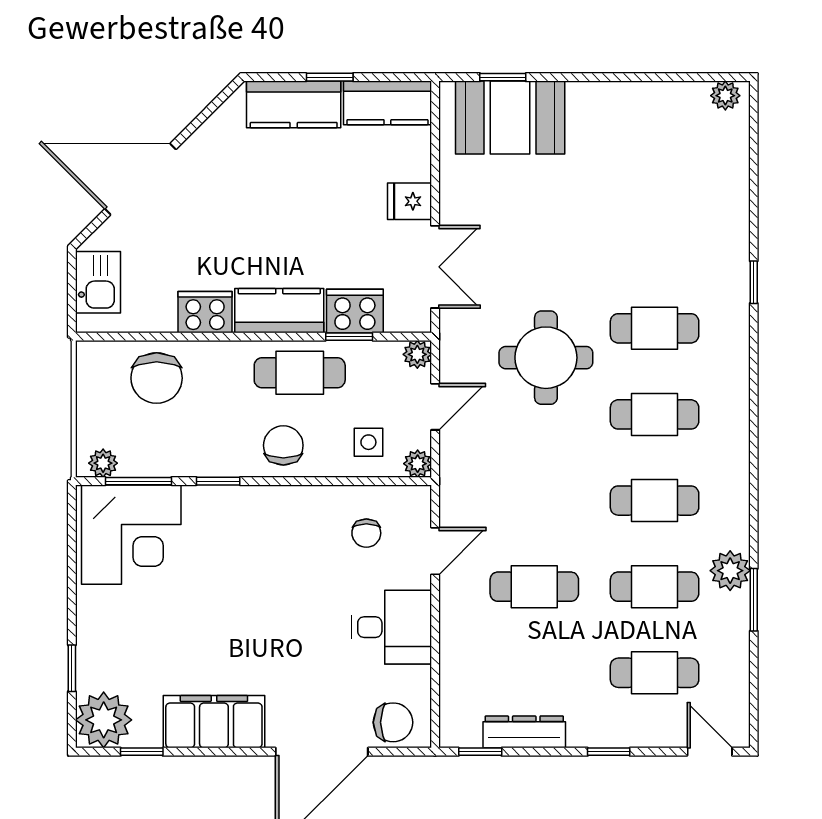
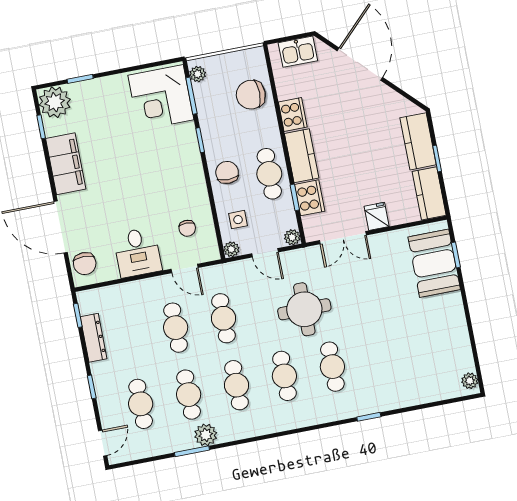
chair: (283, 445) -> (227, 172), turned -90
cafe table: (534, 501) -> (223, 318), added
chair: (366, 533) -> (187, 228), turned -90

